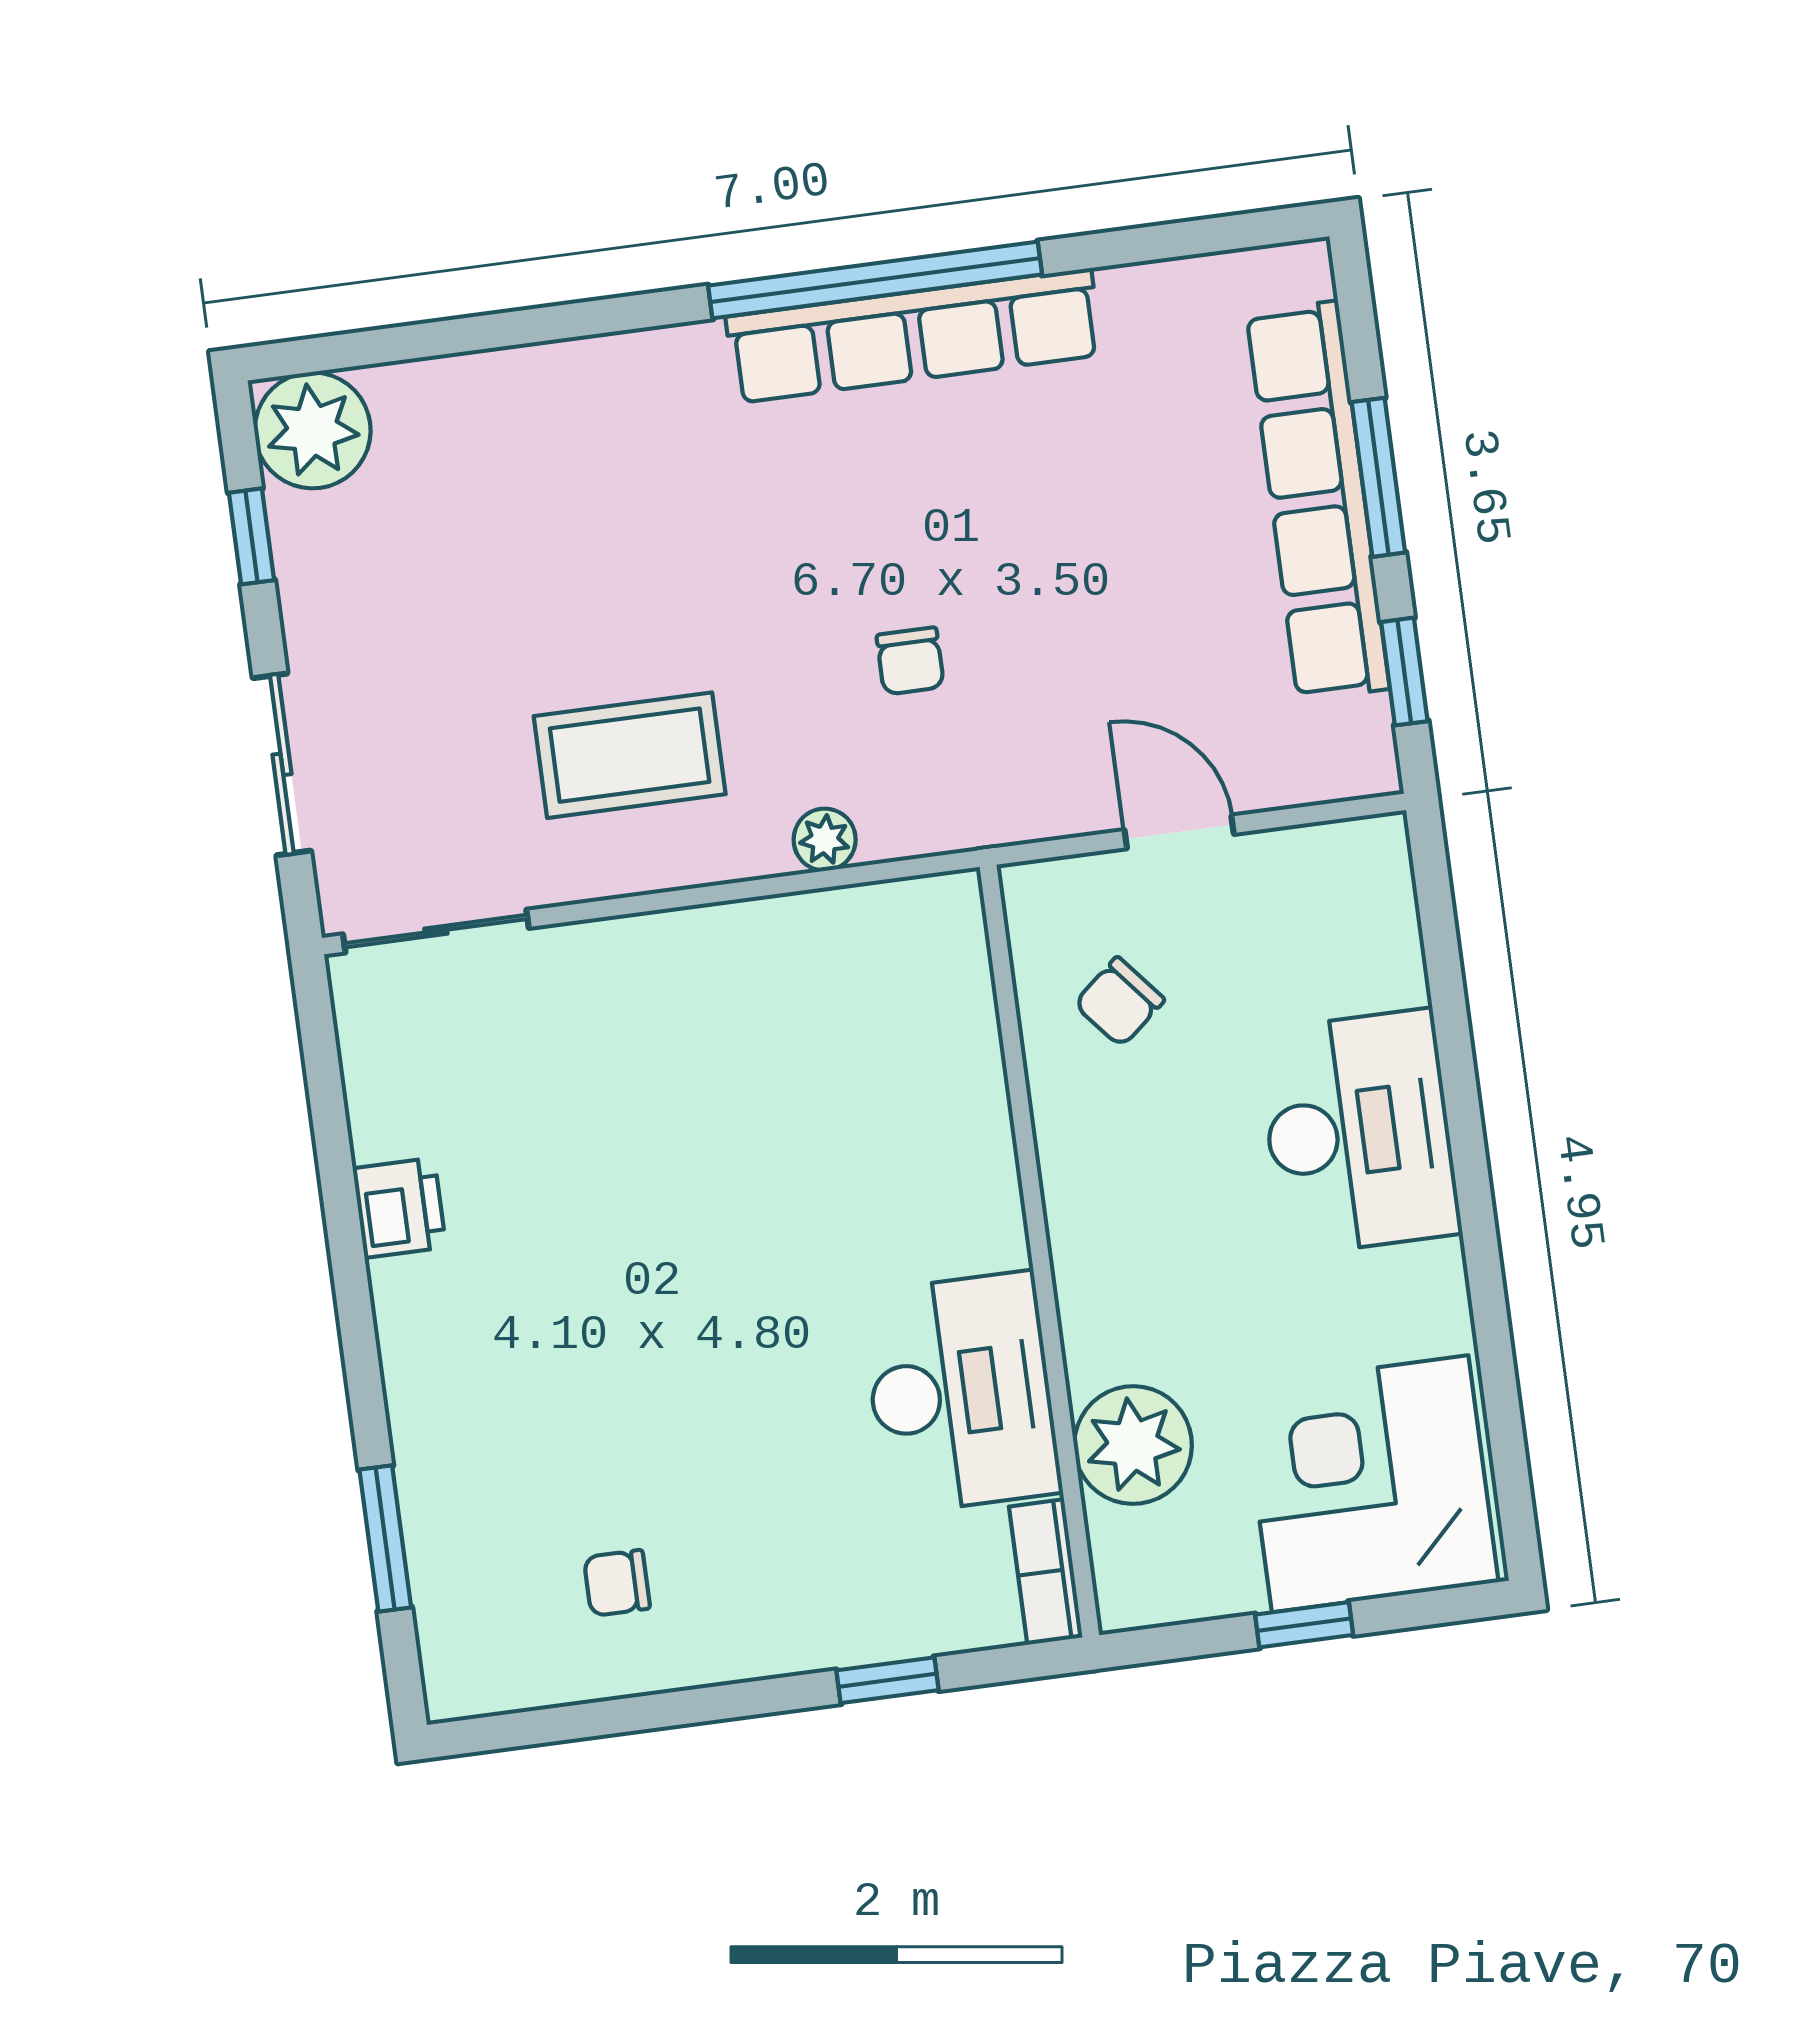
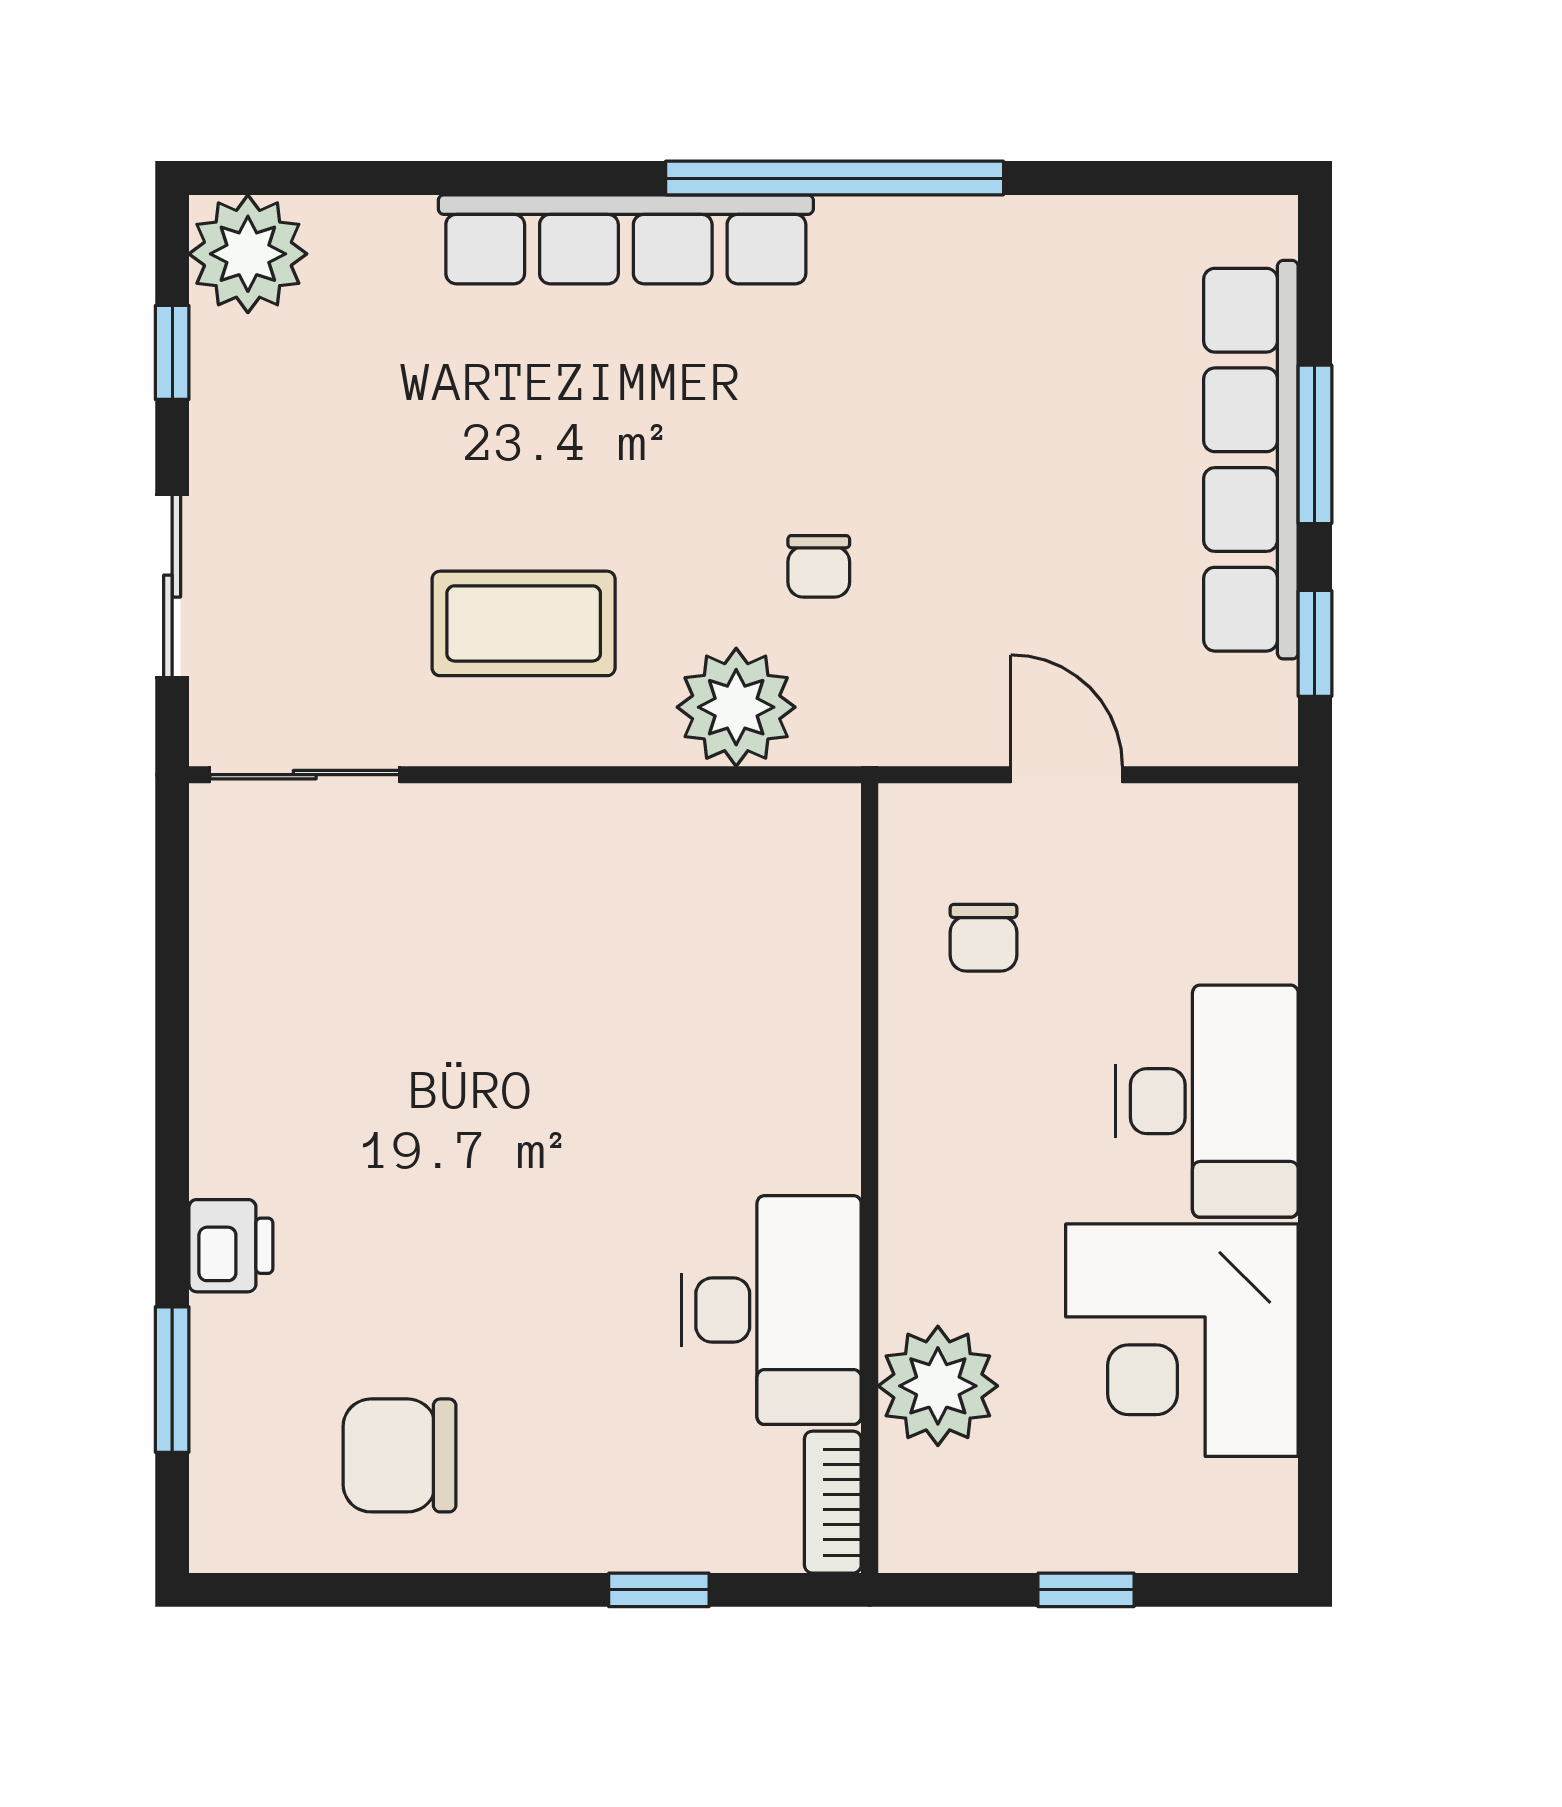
row of seats: (914, 336) -> (626, 239), moved
plant: (825, 840) -> (736, 707), width x1.88, depth x1.88
chair: (1119, 1002) -> (983, 938), turned -50
printer: (399, 1208) -> (231, 1246), moved
corner desk: (1370, 1484) -> (1182, 1340), moved, turned -90
chair: (617, 1583) -> (399, 1455), width x1.87, depth x1.87

